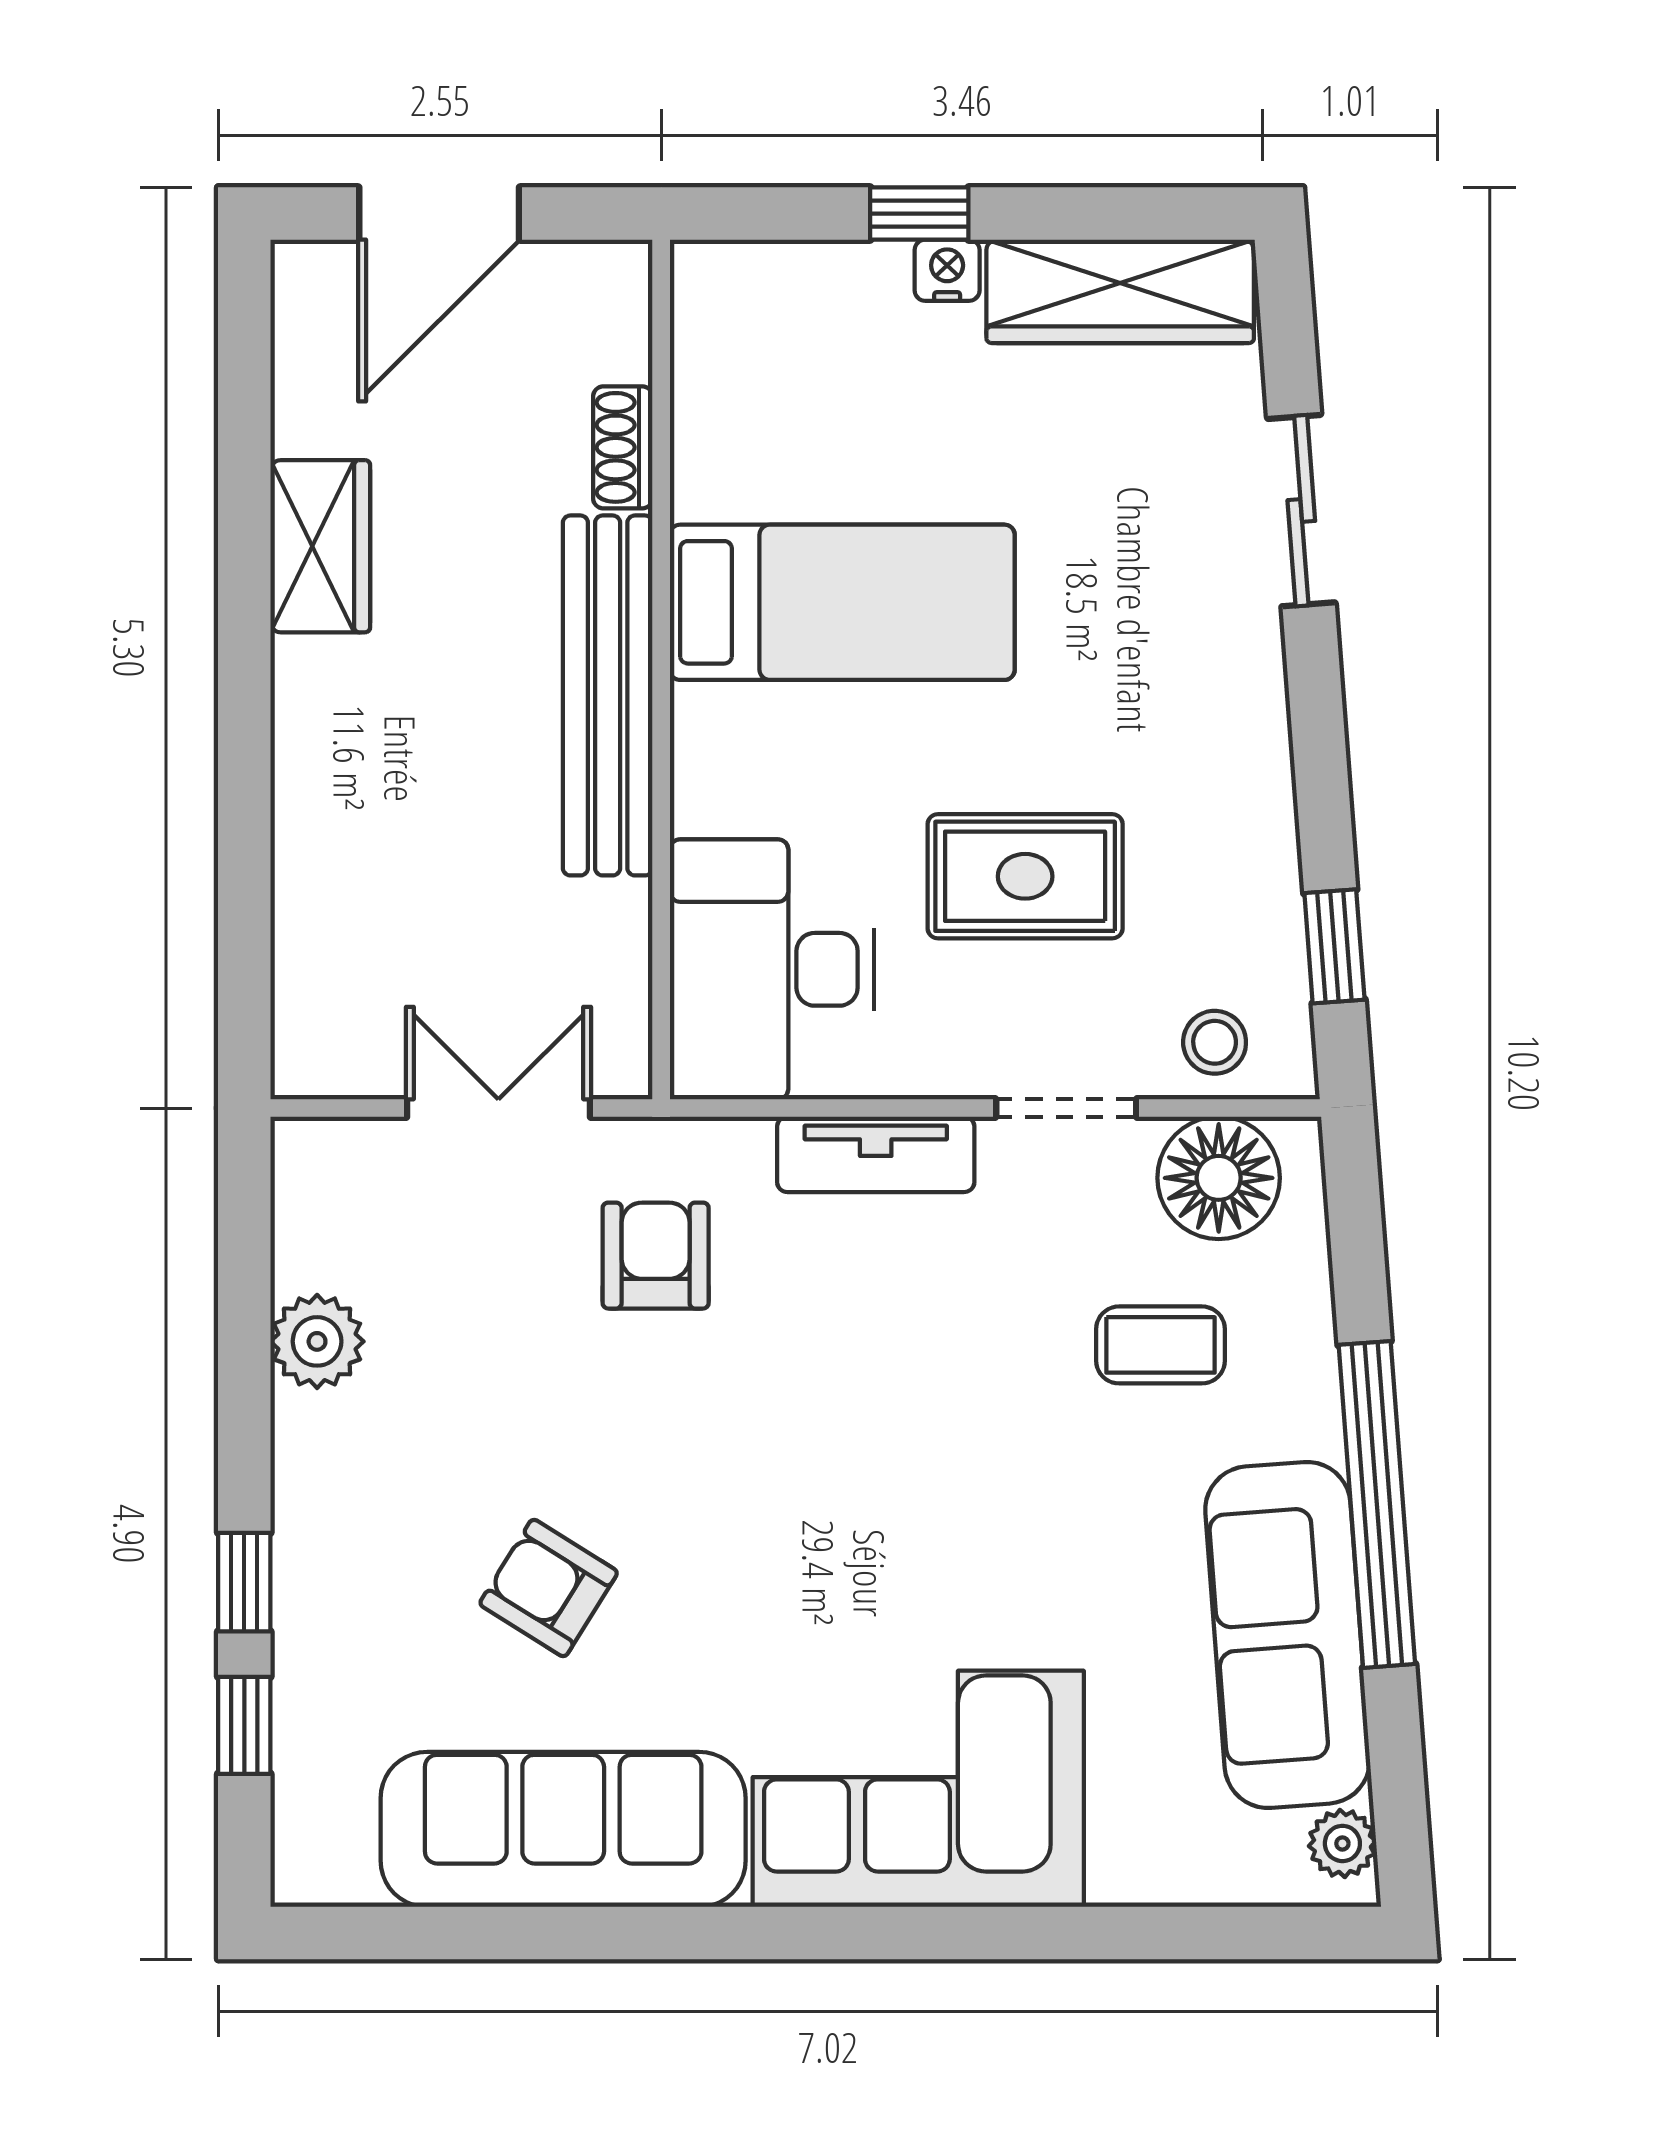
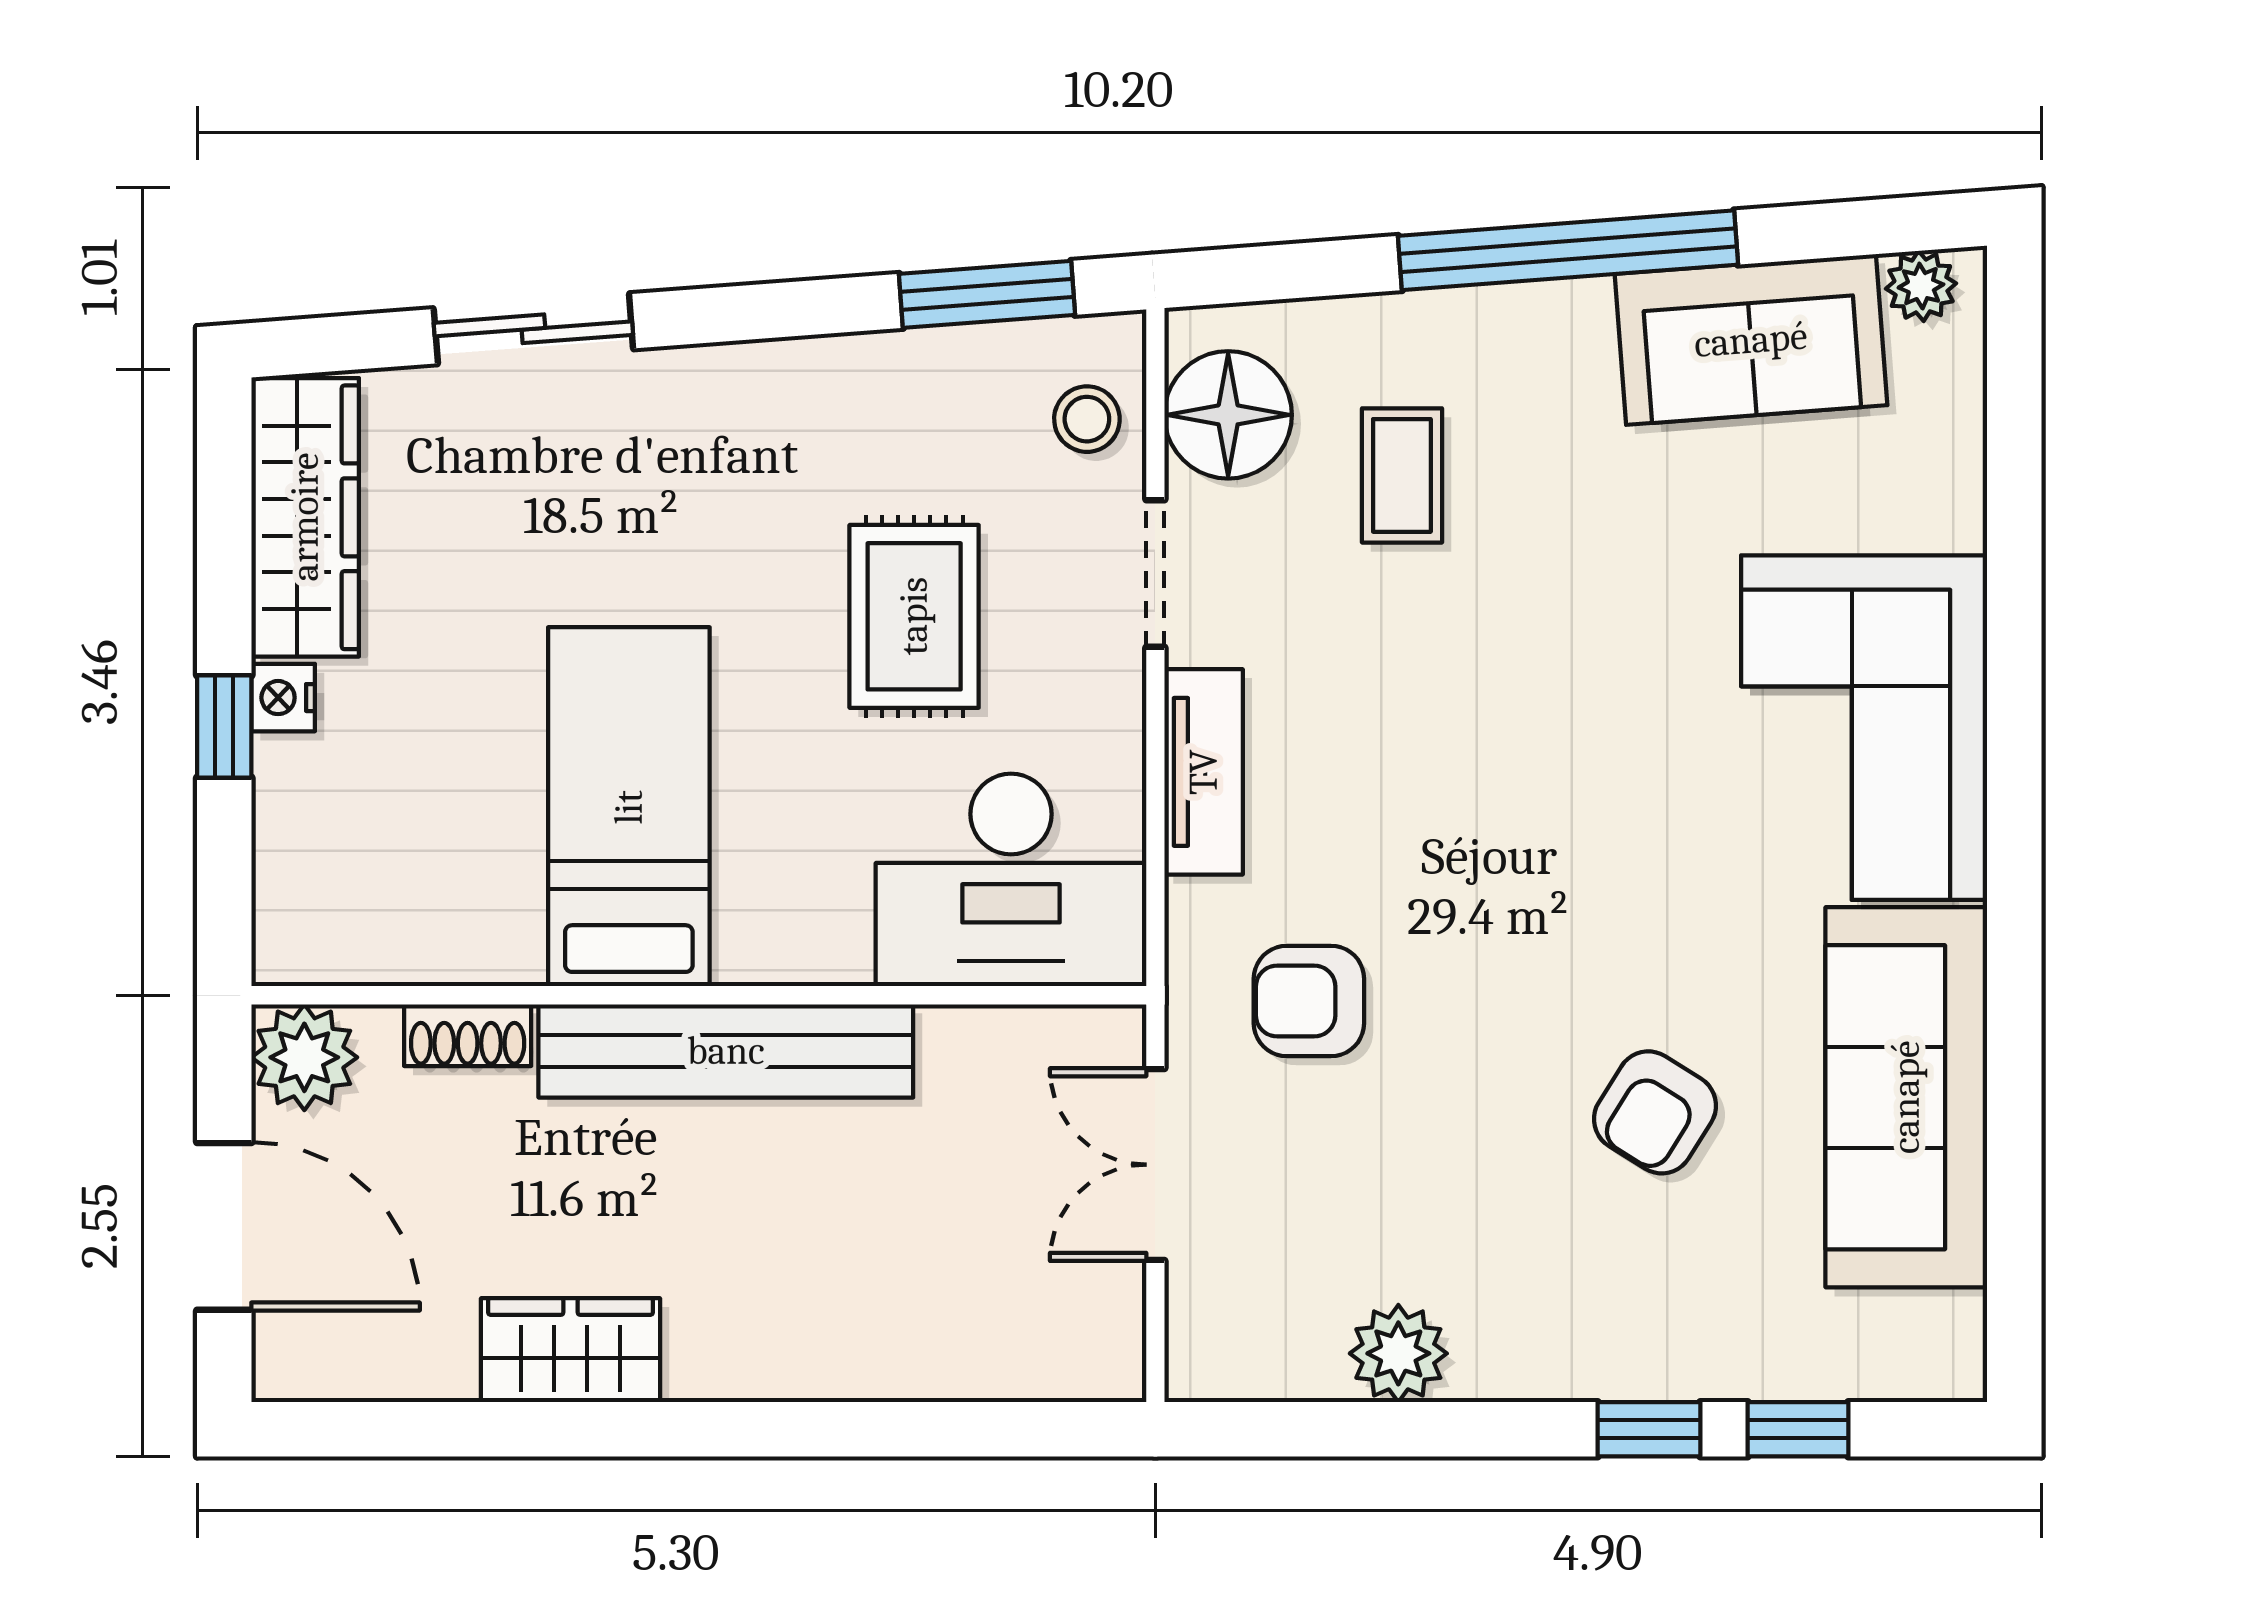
plant: (602, 290) -> (304, 1057), added
window: (1334, 946) -> (987, 294), width x1.50
sofa: (1288, 1635) -> (1751, 340), width x0.73

